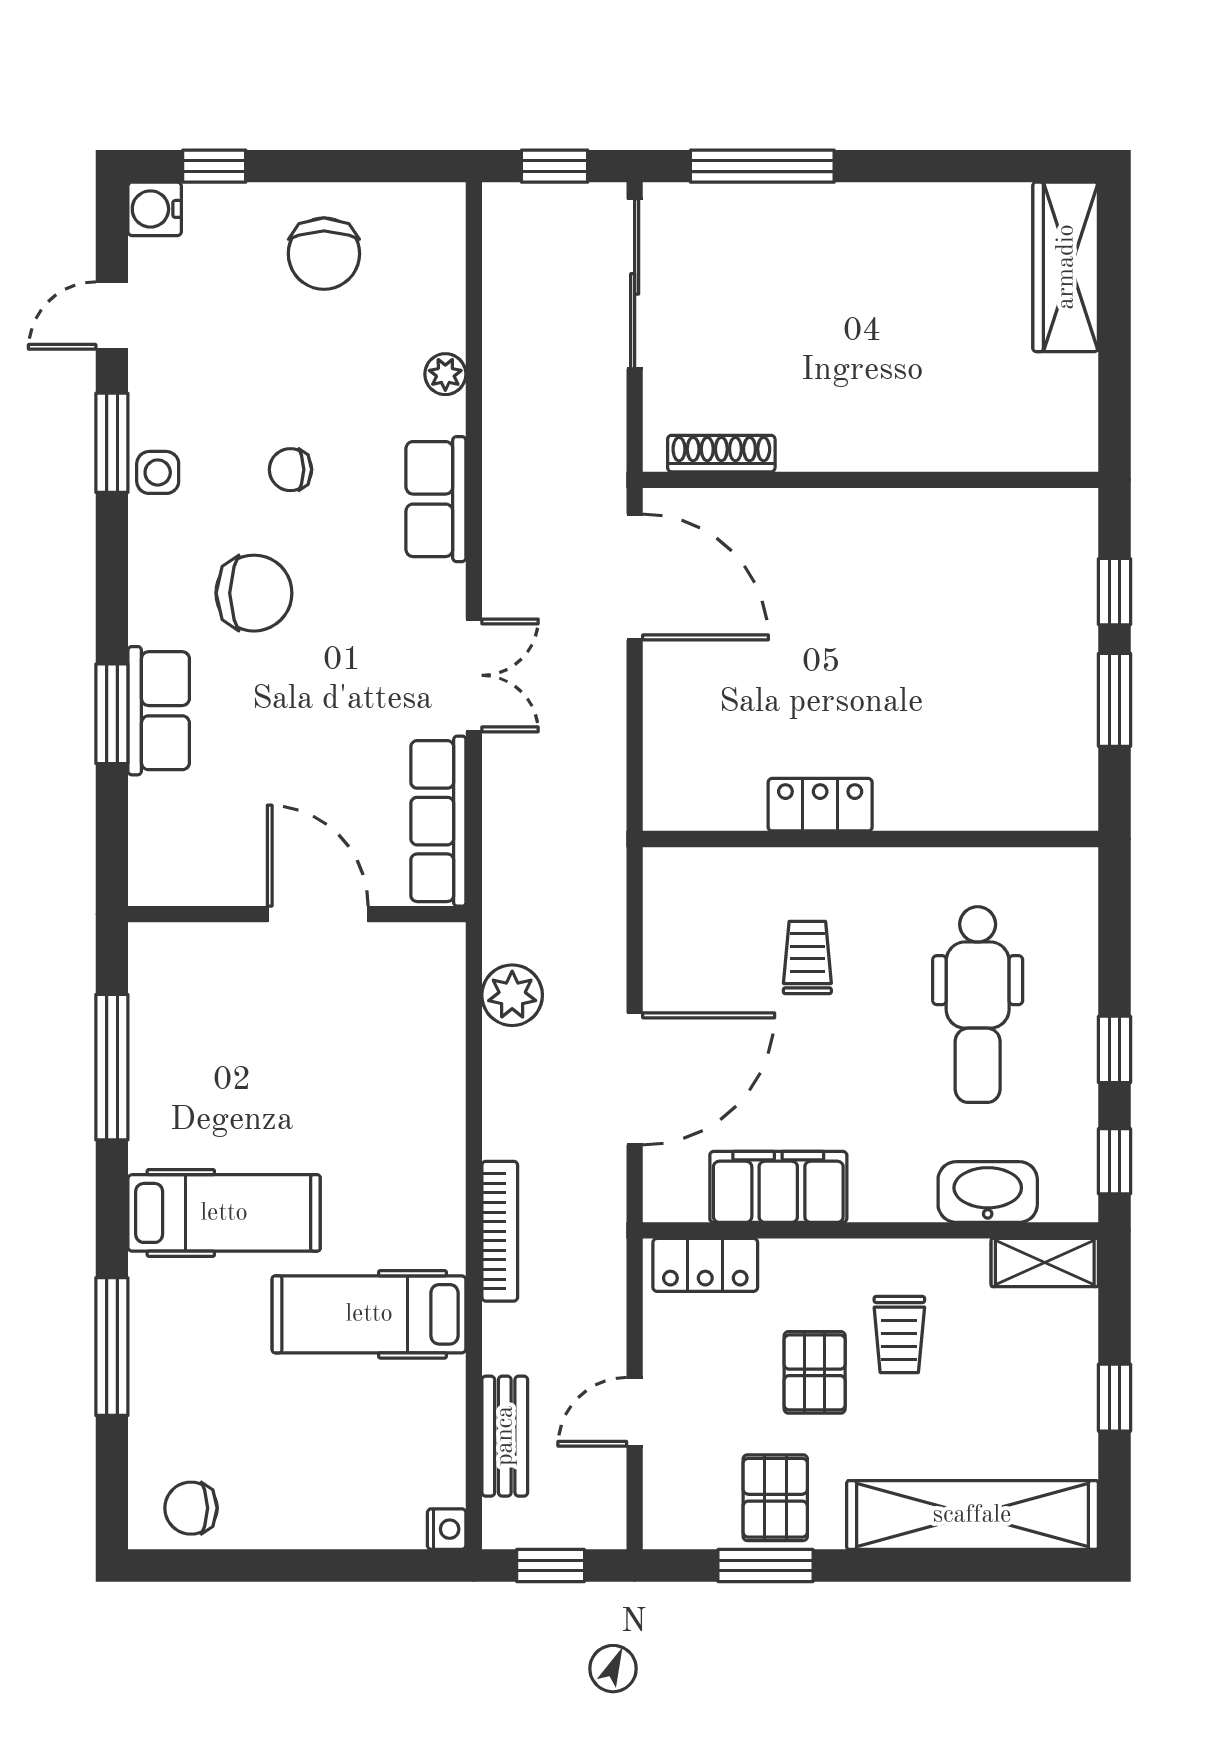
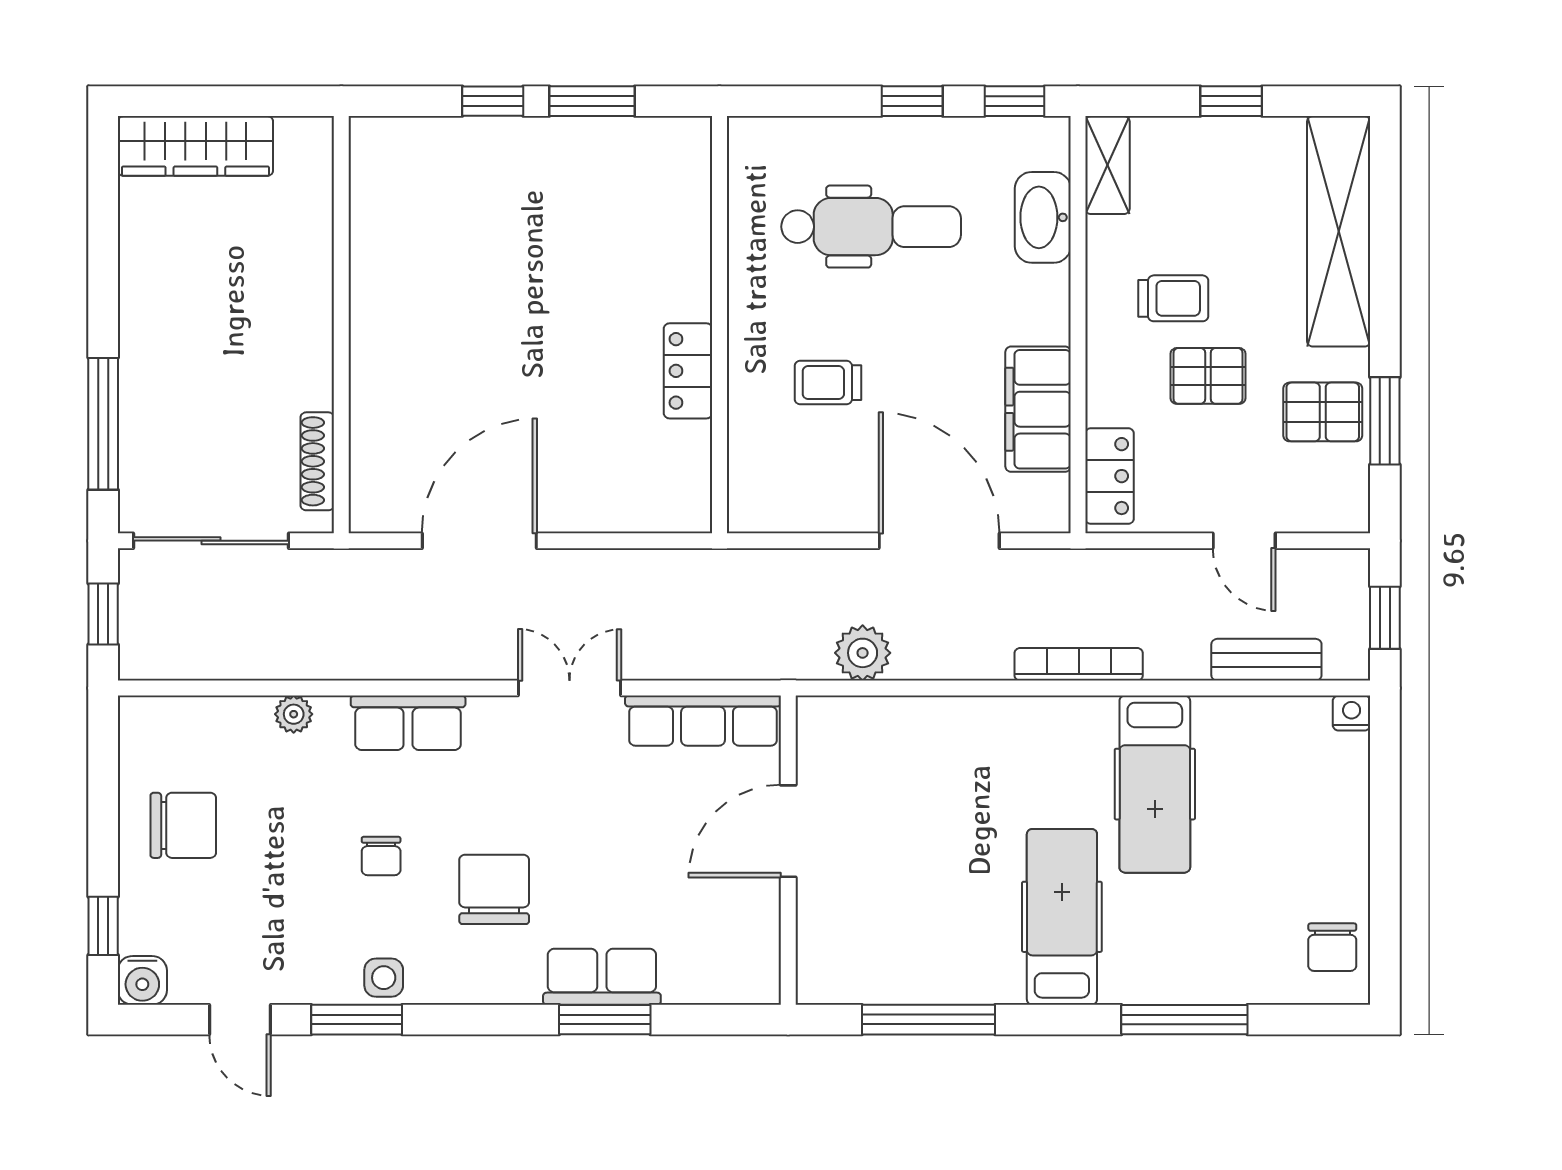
shoe rack: (721, 454) -> (317, 461), moved
wall: (871, 480) -> (341, 325), moved

